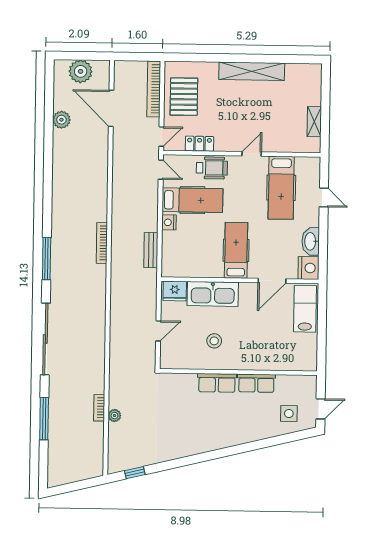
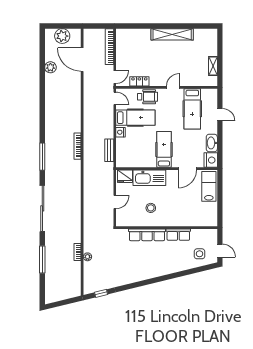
pallet: (184, 97) -> (129, 51), removed
row of seats: (217, 383) -> (147, 235), width x1.48
door: (321, 409) -> (220, 251), hinge flipped

